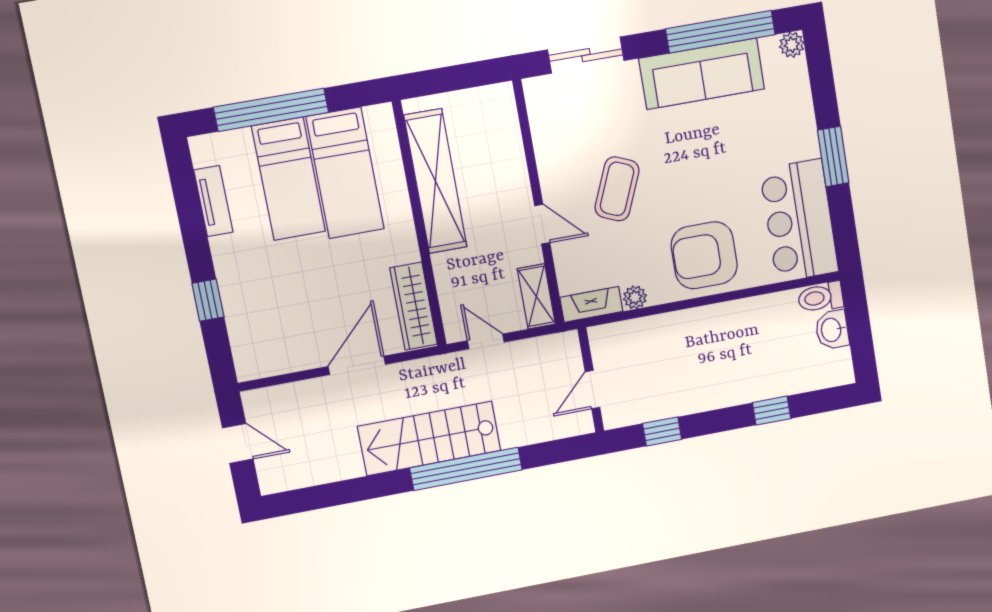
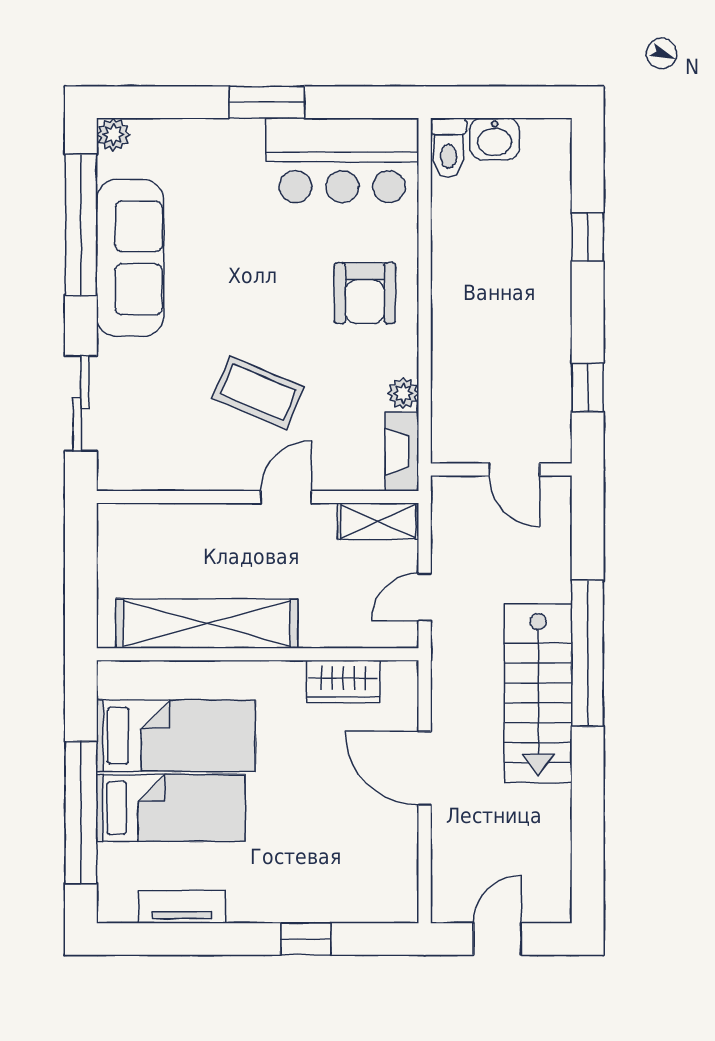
armchair: (704, 255) -> (365, 293), width x0.73, depth x0.73
wardrobe: (413, 306) -> (343, 681), width x0.67

